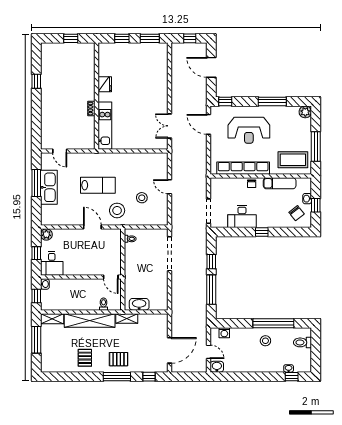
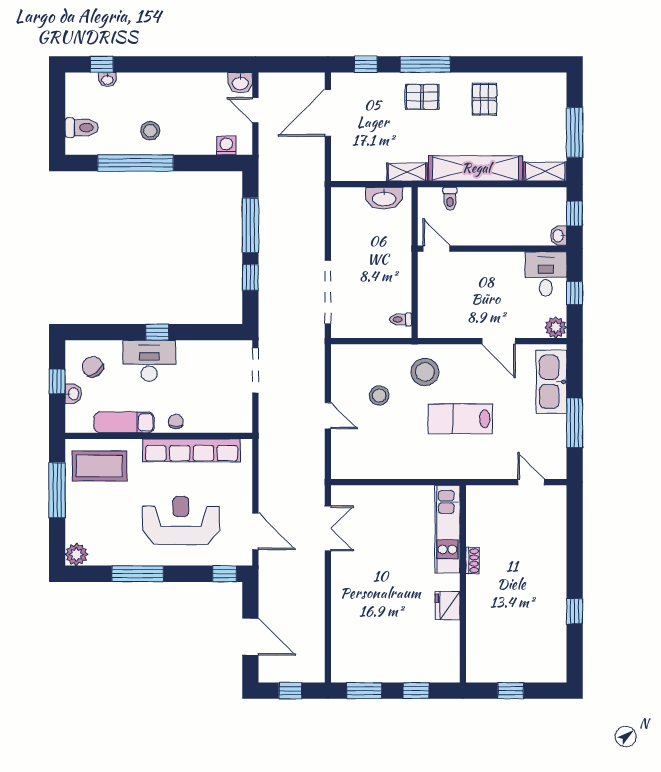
kitchen sink: (49, 187) -> (551, 382), moved
desk: (242, 216) -> (149, 361), moved
door: (92, 227) -> (499, 341), moved

